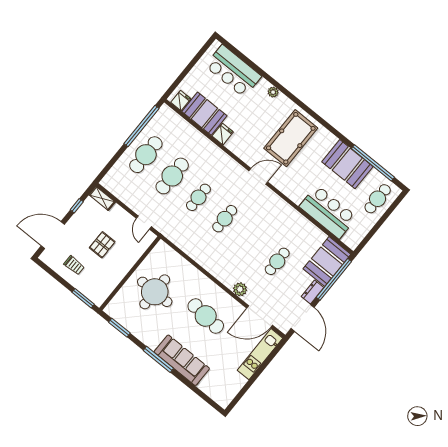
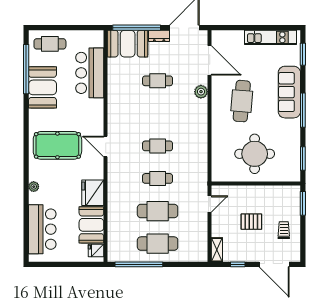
fridge: (223, 134) -> (93, 193), width x1.88, depth x1.34
kitchen unit: (260, 354) -> (270, 37), moved
window: (203, 396) -> (303, 54), added

